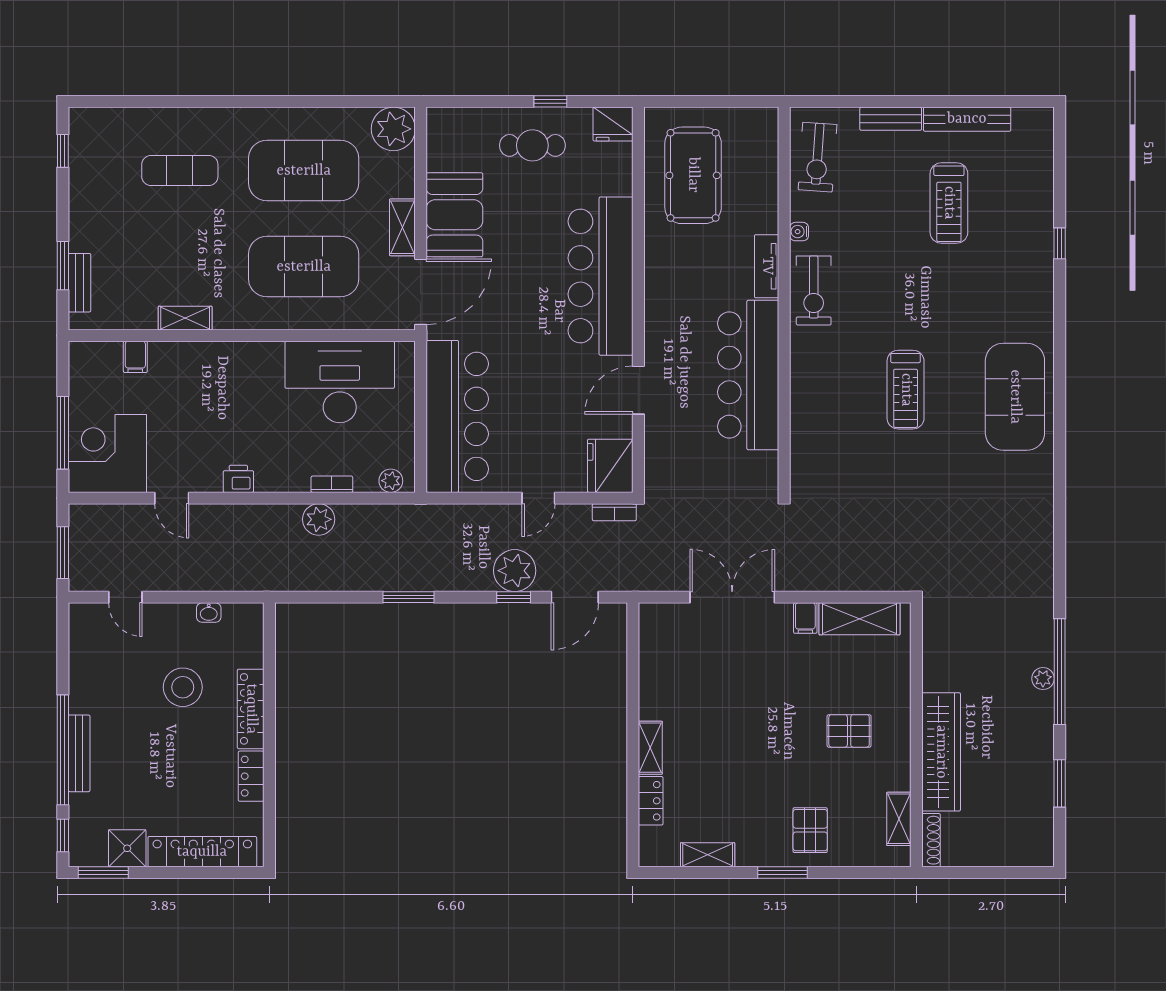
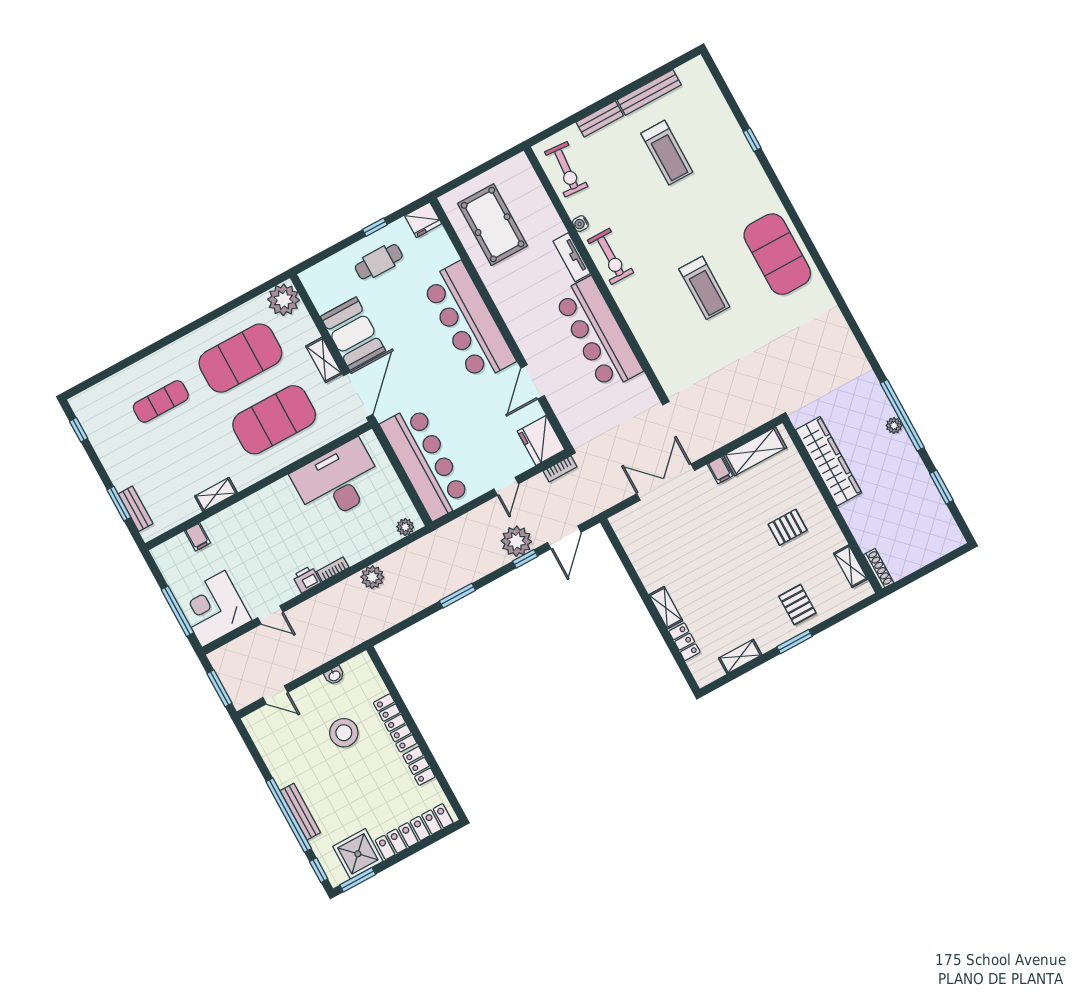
bookcase: (332, 484) -> (333, 569), moved
wardrobe: (941, 752) -> (829, 461), moved
shower: (127, 848) -> (358, 854), width x1.36, depth x1.36

